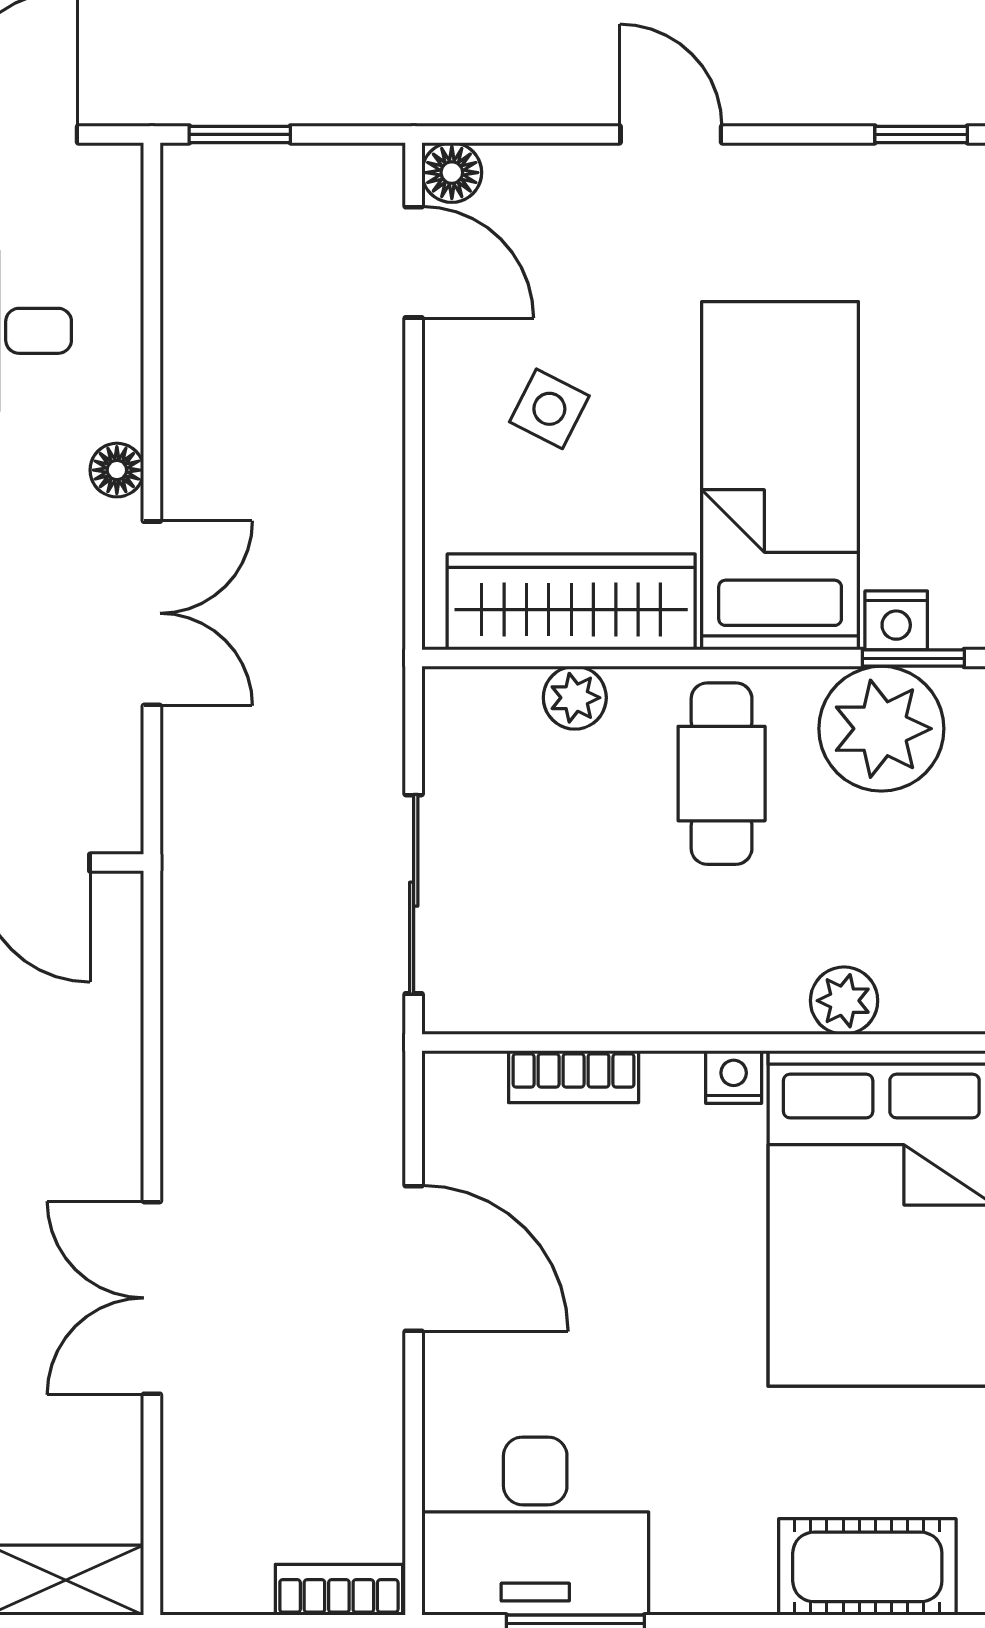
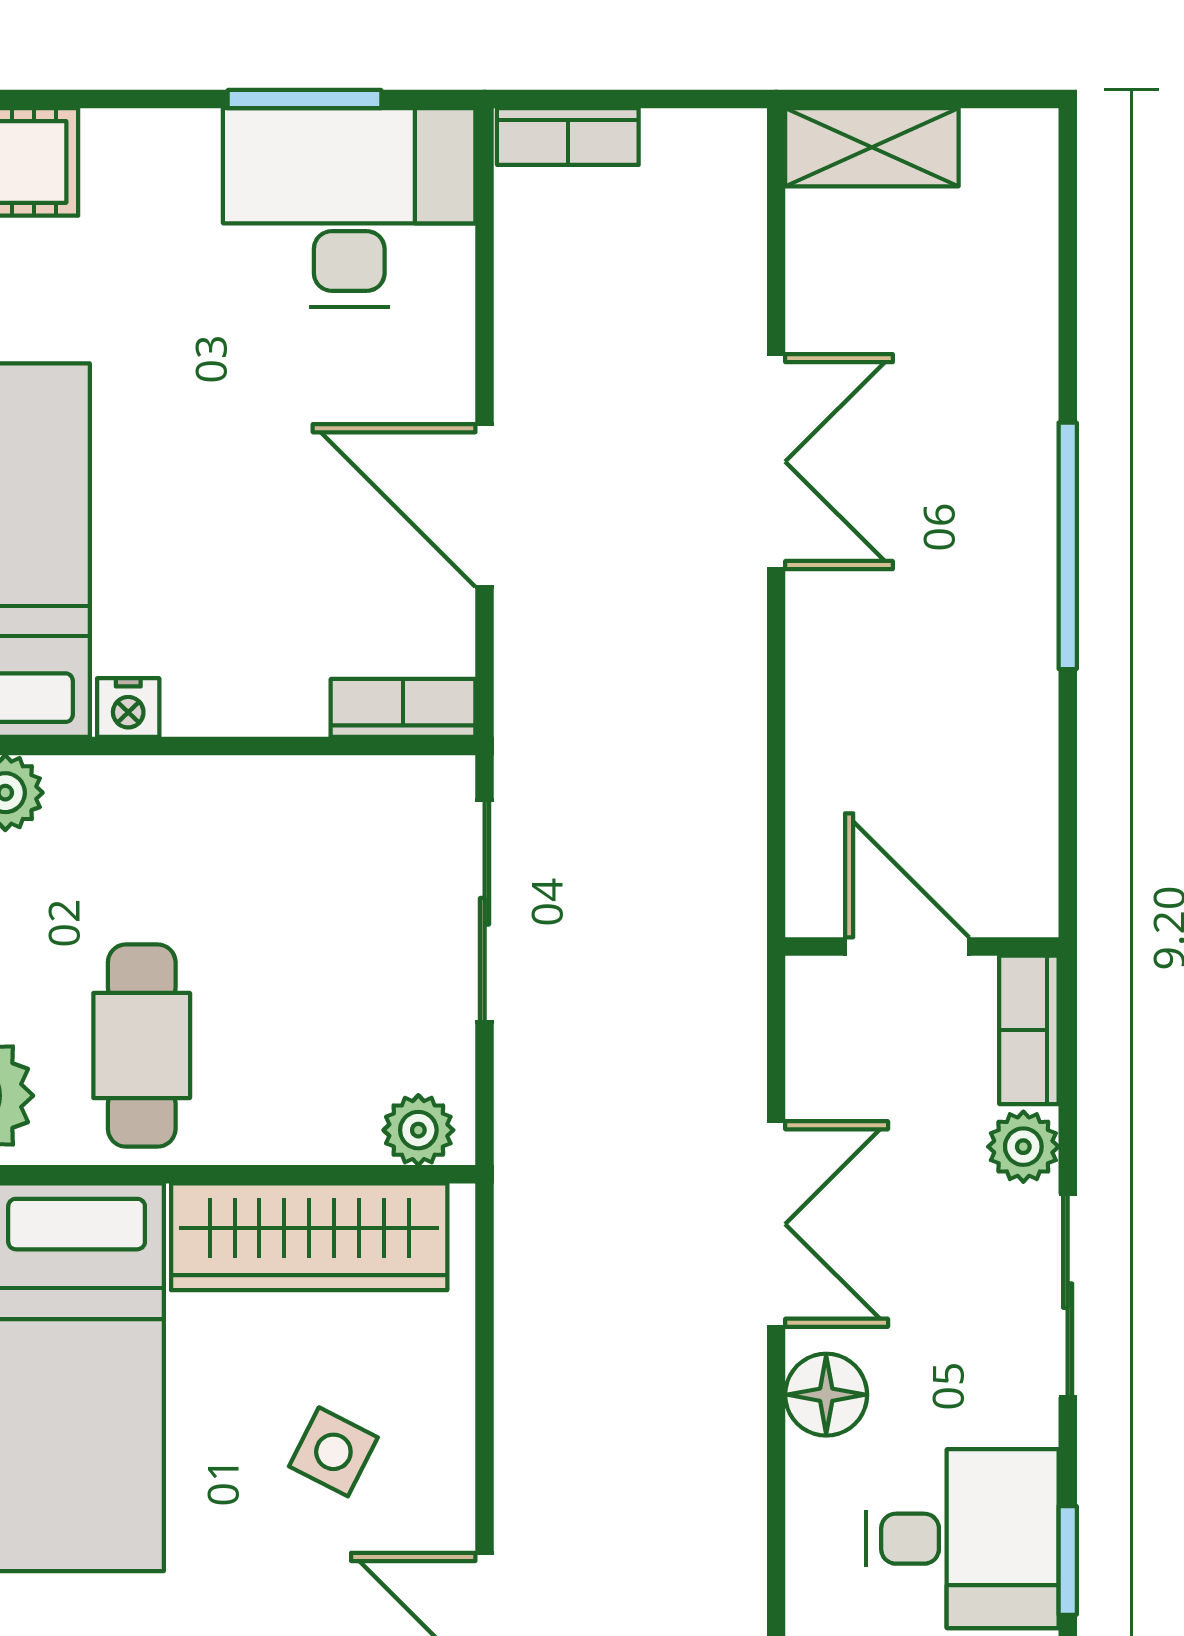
floor lamp: (117, 470) -> (826, 1395), width x1.37, depth x1.37
double door: (152, 613) -> (776, 1224), swing flipped
plant: (575, 698) -> (418, 1130), moved
bookcase: (574, 1077) -> (403, 708), moved

